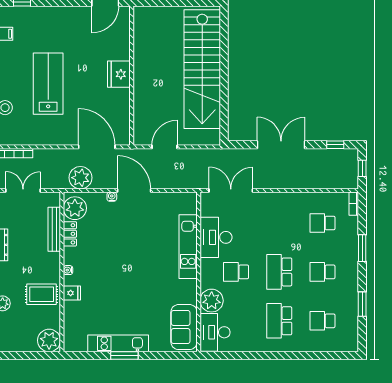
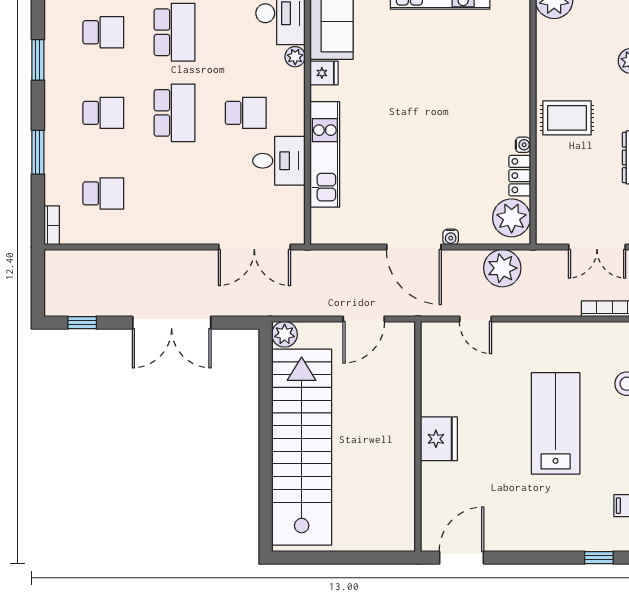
lab bench: (48, 84) -> (556, 423), turned 180
plant: (213, 138) -> (285, 334), added
door: (97, 147) -> (475, 319), width x0.53
window: (362, 168) -> (38, 284), removed
bench: (54, 229) -> (546, 183), removed
desk: (216, 237) -> (279, 161), width x0.73
water cooler: (68, 270) -> (523, 145), moved
fridge: (72, 293) -> (324, 73), moved, turned 180
rug: (42, 294) -> (567, 118), moved
plant: (212, 301) -> (295, 57), width x0.53, depth x0.53

